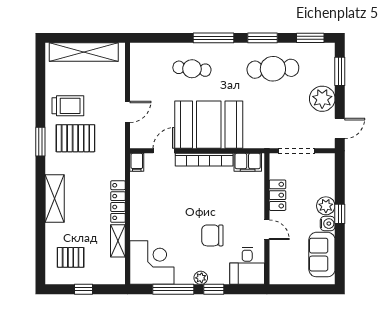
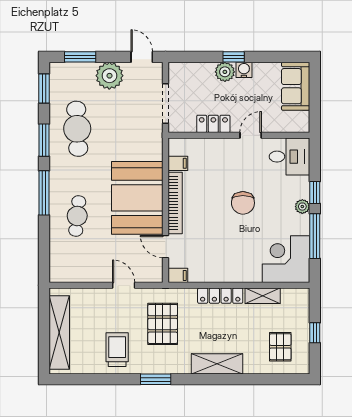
pallet: (75, 138) -> (163, 324), moved
filing cabinet: (248, 162) -> (178, 163), width x0.50
chair: (212, 235) -> (243, 203), moved
sofa: (322, 255) -> (296, 86), moved, turned 90

